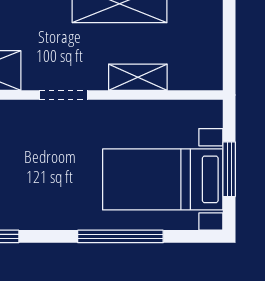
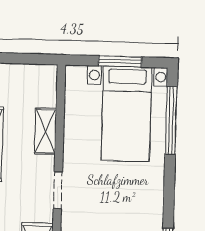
window: (120, 236) -> (171, 120), moved

